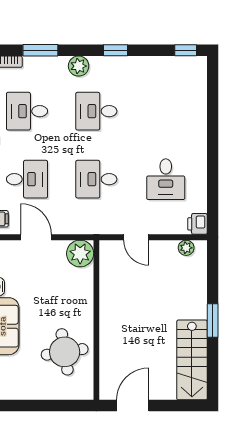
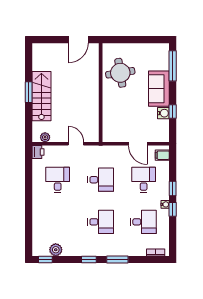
window: (40, 50) -> (117, 259), moved
plant: (79, 66) -> (56, 250), moved
desk: (27, 179) -> (144, 180), turned 90
plant: (80, 253) -> (111, 134), removed
stairs: (192, 360) -> (41, 96), moved

